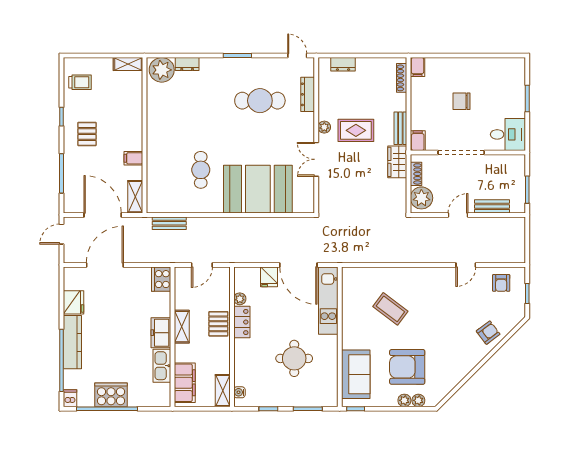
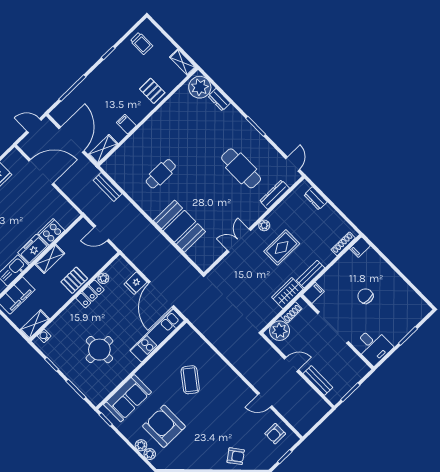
rug: (356, 130) -> (282, 247), turned 90
pallet: (87, 134) -> (152, 91), moved, turned 90
booth: (258, 189) -> (179, 226), width x0.73, depth x0.70
cooker: (161, 279) -> (51, 232), moved

